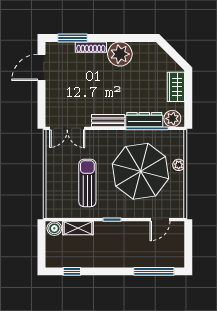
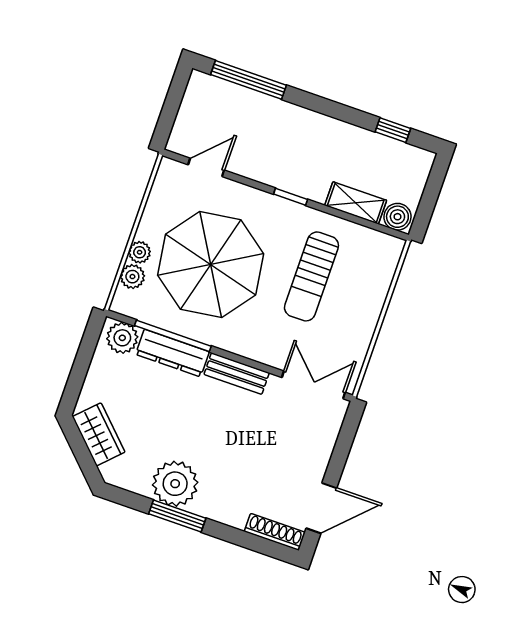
window: (72, 38) -> (177, 516), moved
shoe rack: (91, 47) -> (275, 532), moved
wardrobe: (176, 87) -> (99, 434), moved, turned -45
plant: (178, 151) -> (132, 277), added

